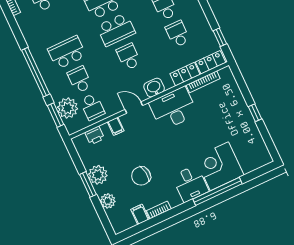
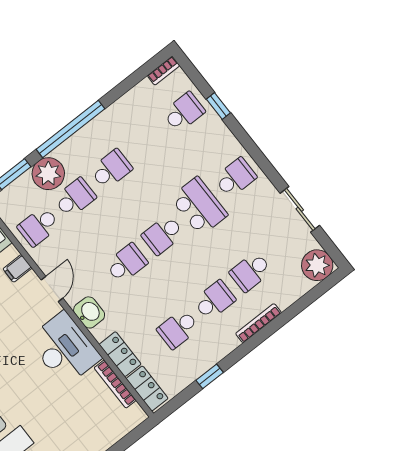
school desk: (116, 30) -> (163, 235), width x0.54
school desk: (178, 34) -> (178, 329), turned 180
window: (220, 37) -> (210, 376), moved
school desk: (67, 52) -> (111, 169), width x0.54
plant: (68, 108) -> (48, 174), moved

